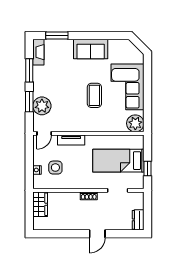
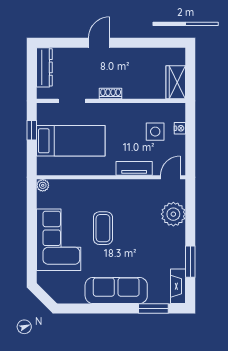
sofa: (91, 49) -> (116, 290), width x1.36
window: (29, 102) -> (190, 220), removed
plant: (135, 123) -> (43, 185), width x0.53, depth x0.53
dresser: (138, 220) -> (44, 67), width x1.44

